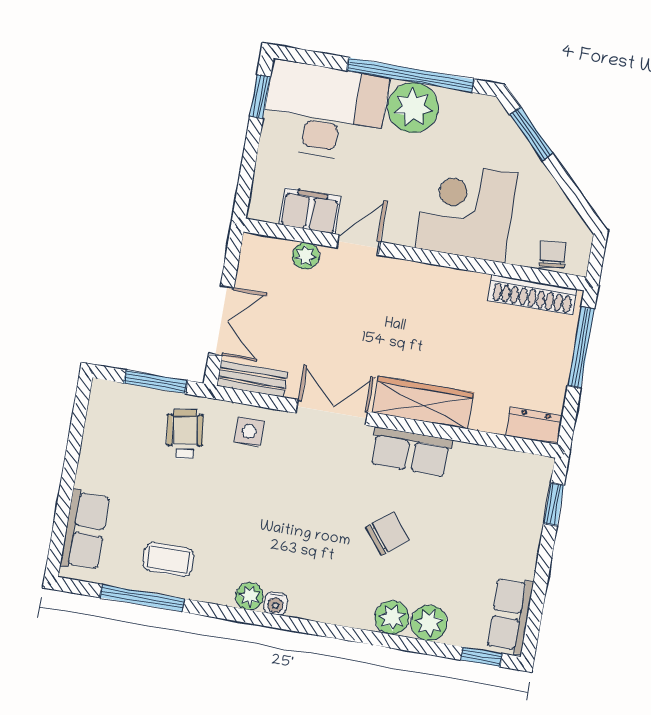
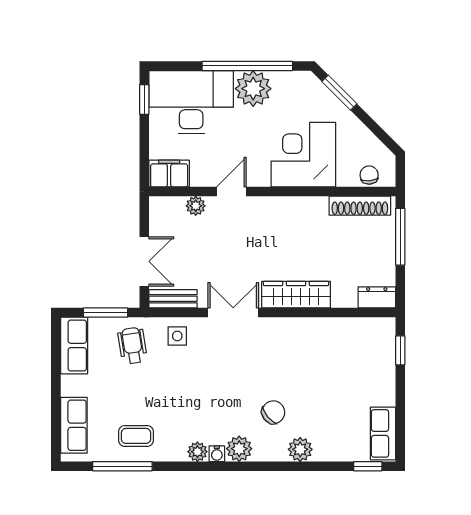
filing cabinet: (310, 211) -> (169, 173), moved
row of seats: (411, 452) -> (74, 345), moved, turned -90
chair: (387, 534) -> (273, 412), moved
plant: (429, 623) -> (239, 449), moved

